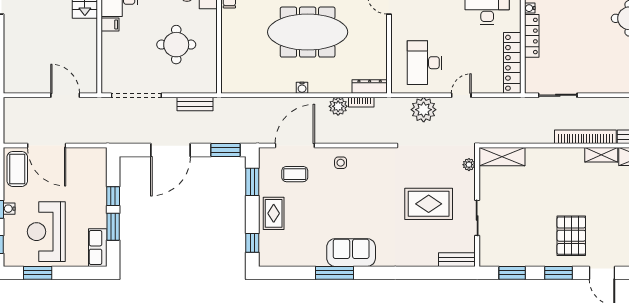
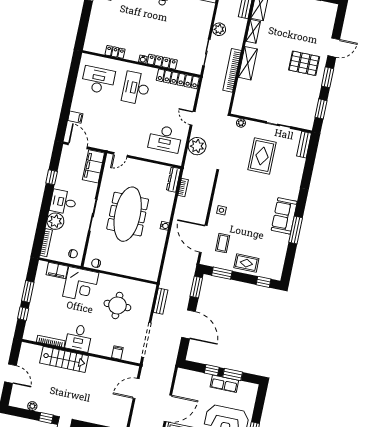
filing cabinet: (110, 24) -> (117, 353), moved
plant: (338, 106) -> (219, 29), moved
bookcase: (585, 137) -> (232, 70), moved
shelving: (502, 157) -> (248, 63), moved
row of seats: (98, 248) -> (224, 384), moved

